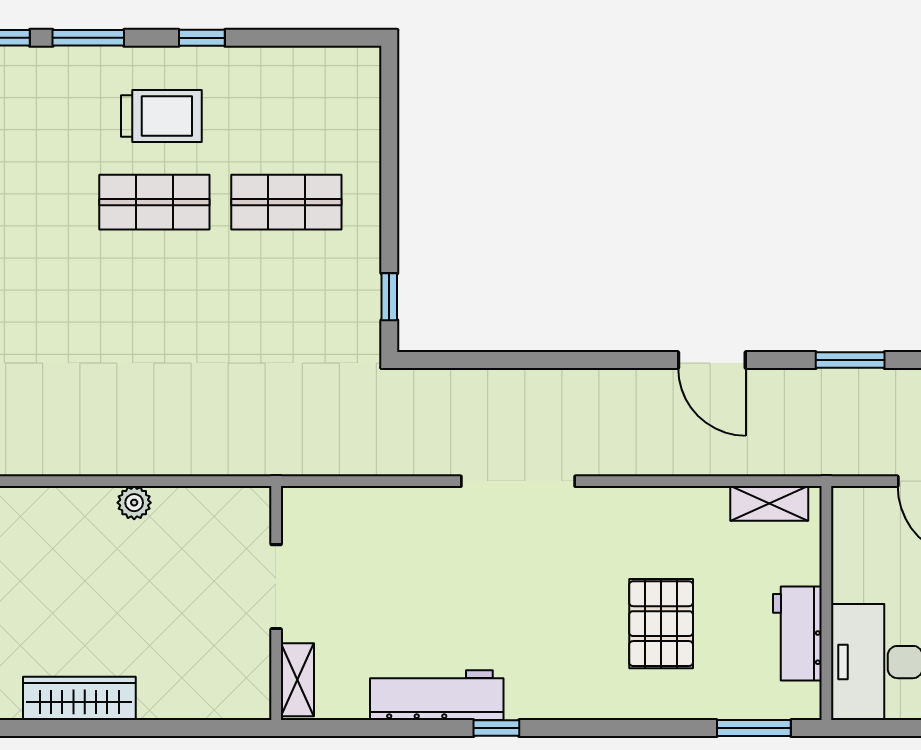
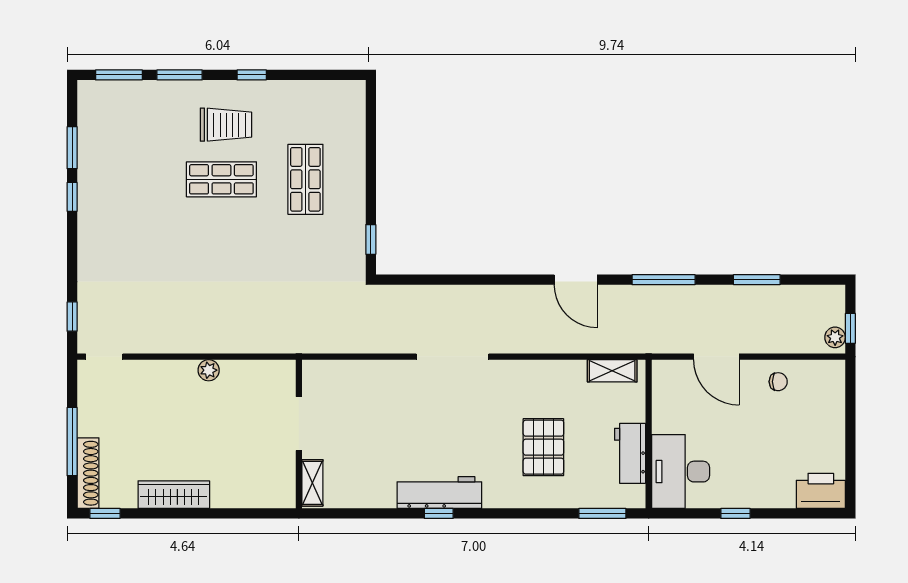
shop shelf: (286, 202) -> (305, 179), turned 90
window: (850, 360) -> (664, 280), width x1.44
workbench: (437, 695) -> (439, 493), moved

